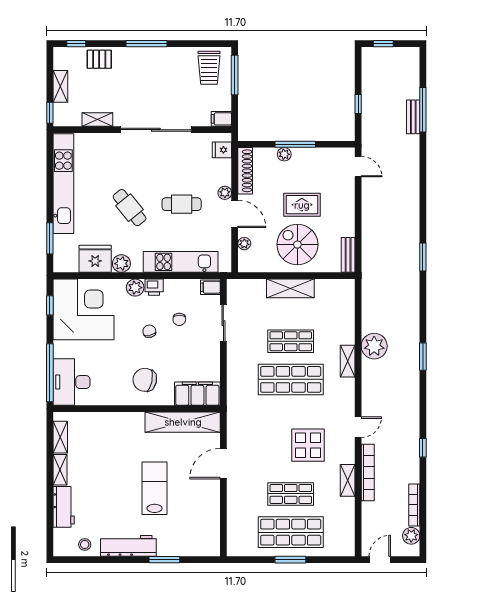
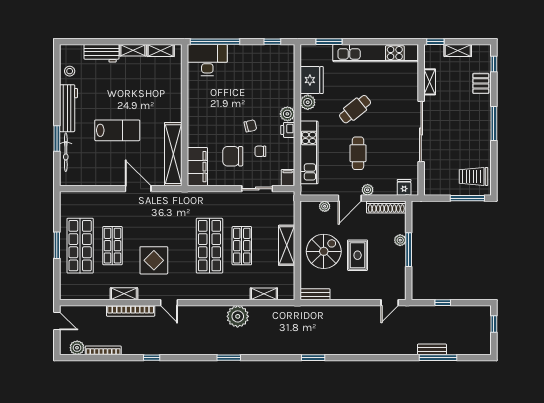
filing cabinet: (221, 119) -> (430, 187), removed
corner desk: (83, 309) -> (269, 70), removed
shelving: (348, 361) -> (264, 294), moved
chair: (145, 380) -> (233, 156), moved, turned -102
bicycle: (180, 549) -> (66, 152), added

